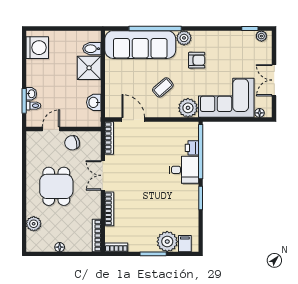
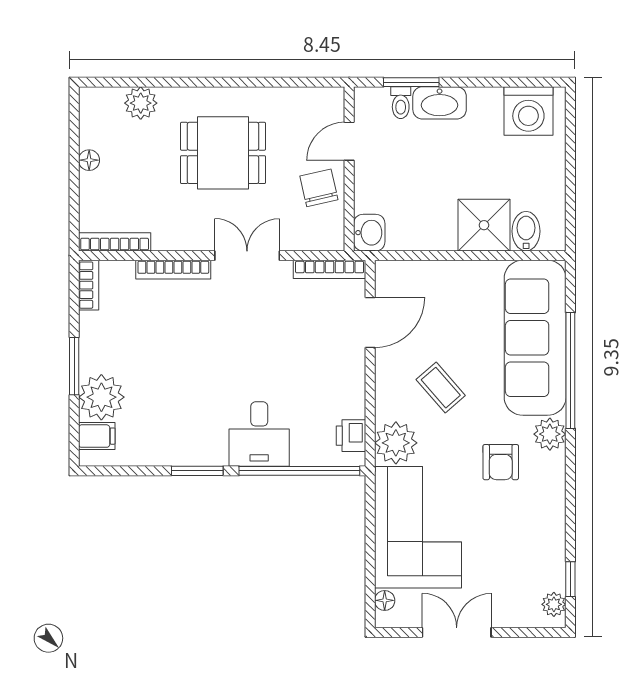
washbasin: (31, 94) -> (440, 103), width x1.91, depth x1.45
washbasin: (94, 102) -> (369, 233), moved, turned 90
door: (51, 129) -> (349, 141), swing flipped
printer: (192, 148) -> (351, 436), moved, turned -90

